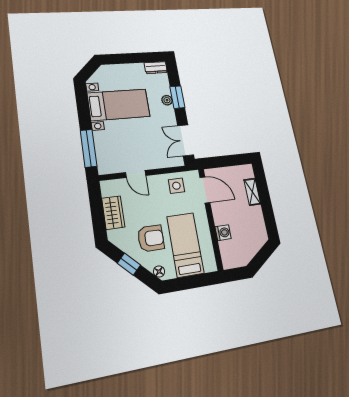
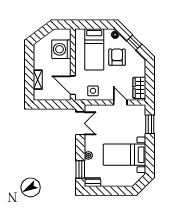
window: (177, 97) -> (80, 169), moved
window: (89, 148) -> (150, 124), width x0.69
wardrobe: (113, 213) -> (139, 88), moved
washing machine: (223, 233) -> (61, 49), width x1.89, depth x1.89
armchair: (151, 238) -> (117, 57), turned 90

